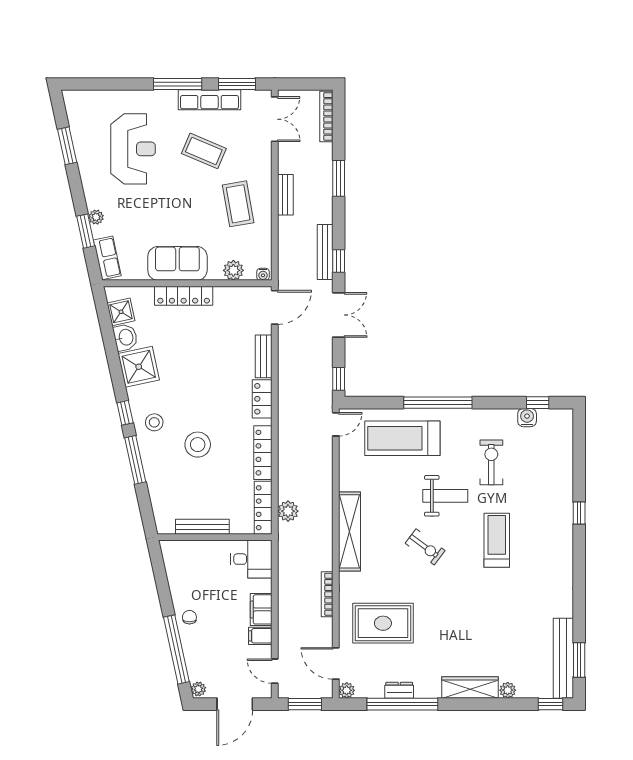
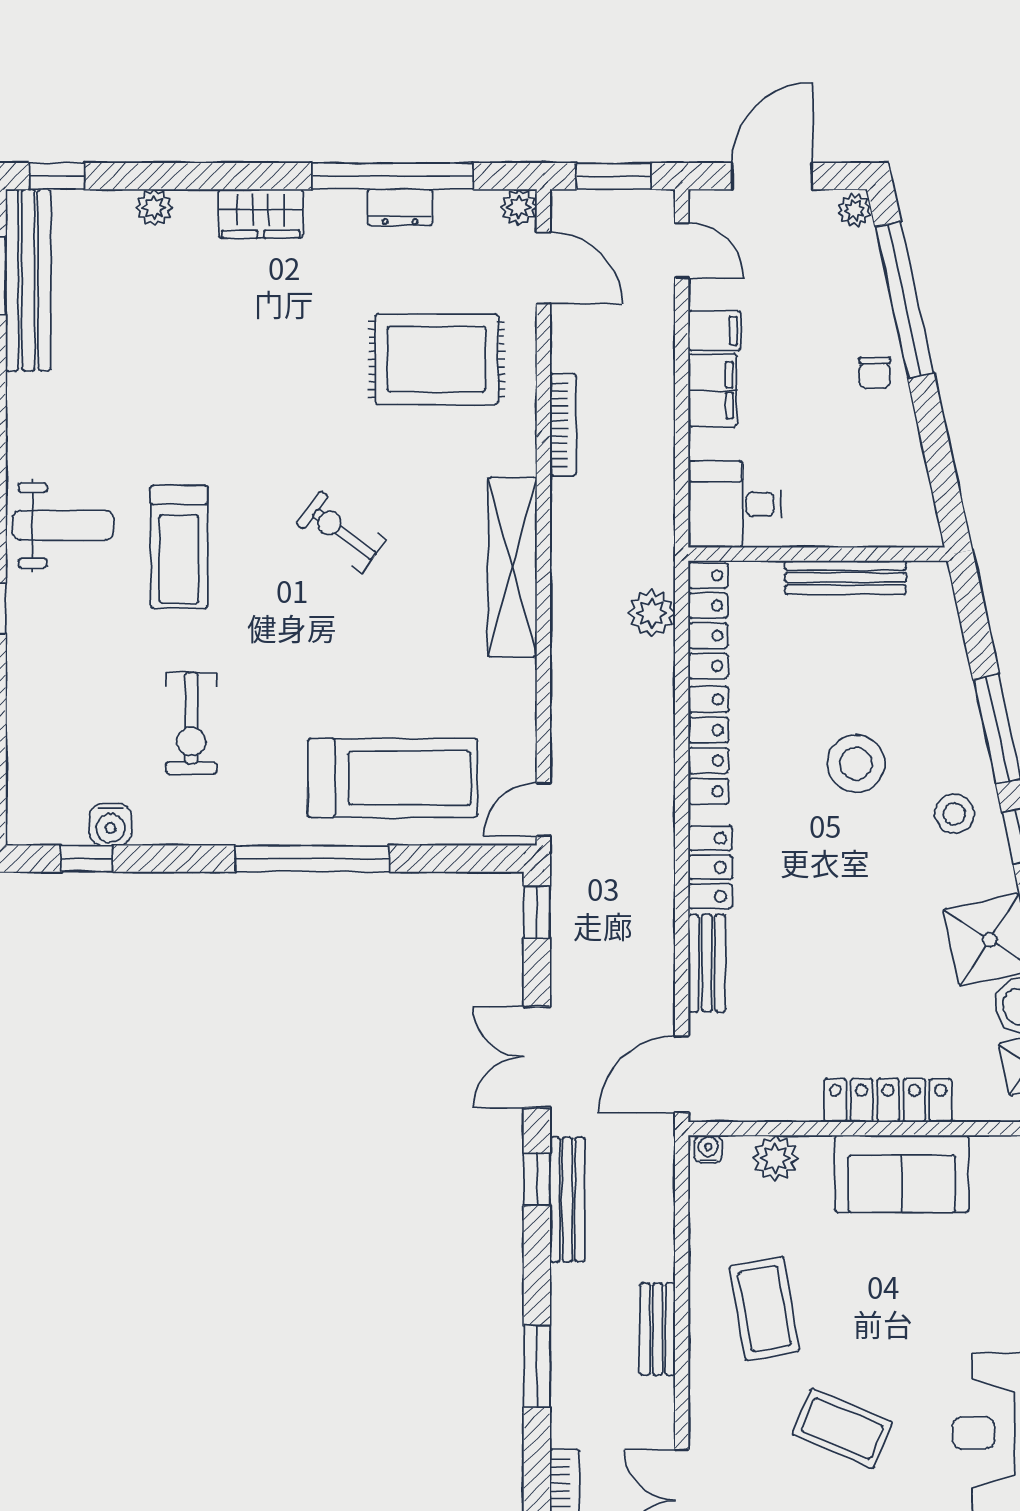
weight bench: (445, 496) -> (63, 525), moved, turned 180
wardrobe: (470, 687) -> (261, 214), width x0.67

